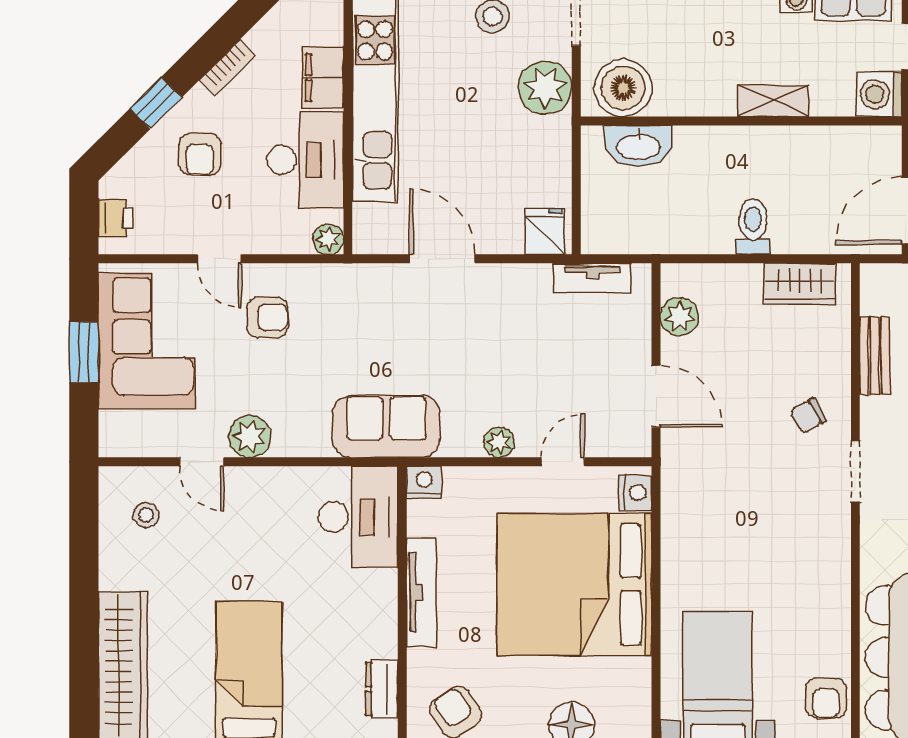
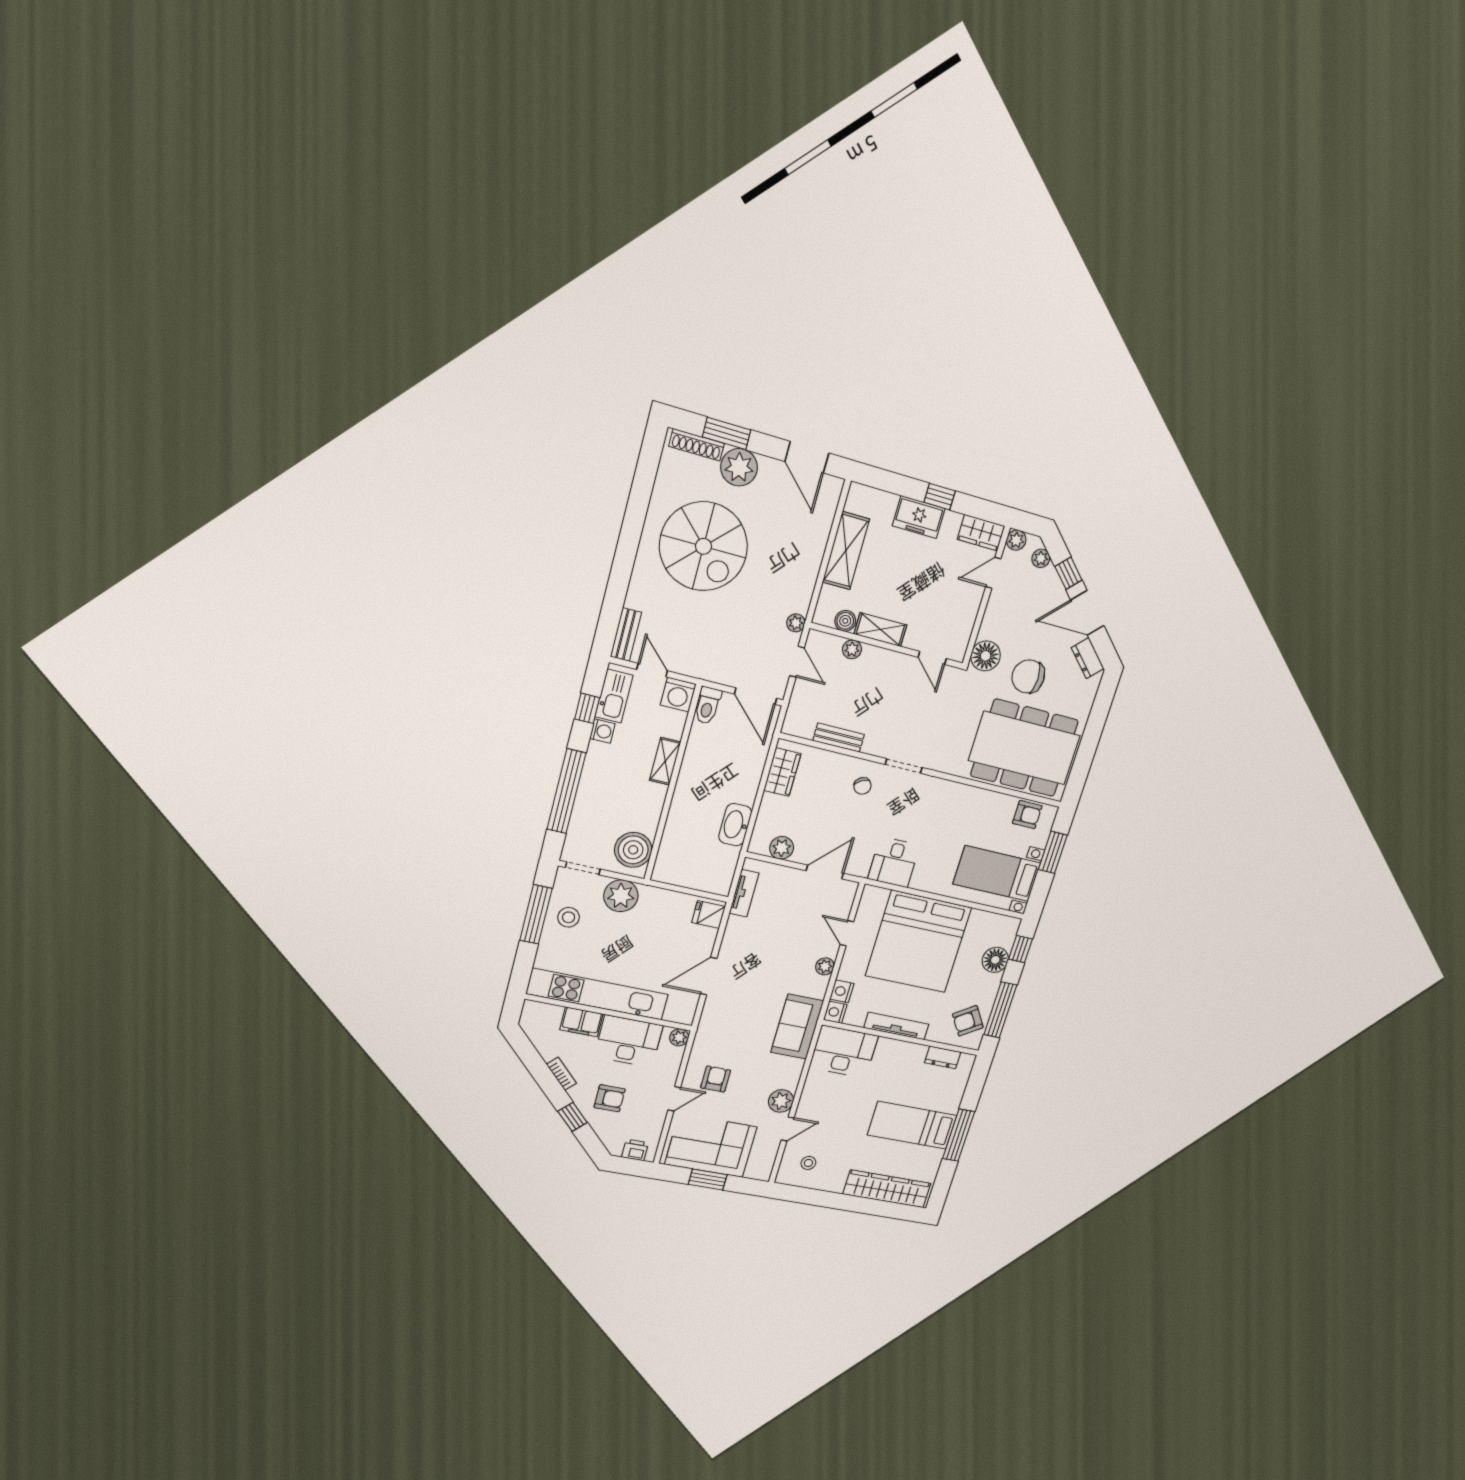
washbasin: (638, 146) -> (735, 825), moved, turned 180
toilet: (753, 227) -> (708, 705), moved, turned -90
nightstand: (635, 493) -> (842, 991), moved, turned -90
desk: (698, 503) -> (894, 862), added

